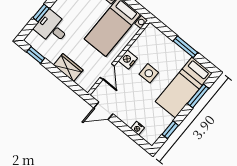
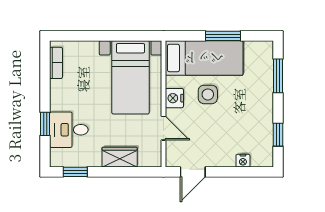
bed: (184, 87) -> (204, 58), moved, turned -90

